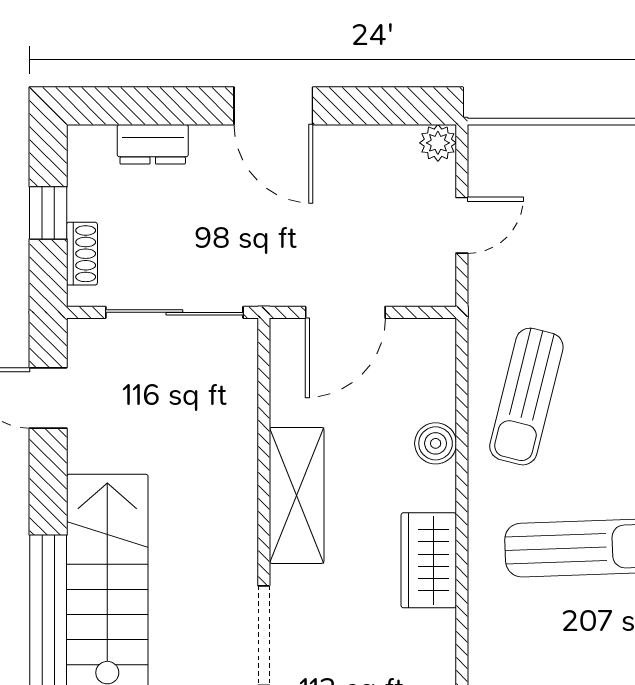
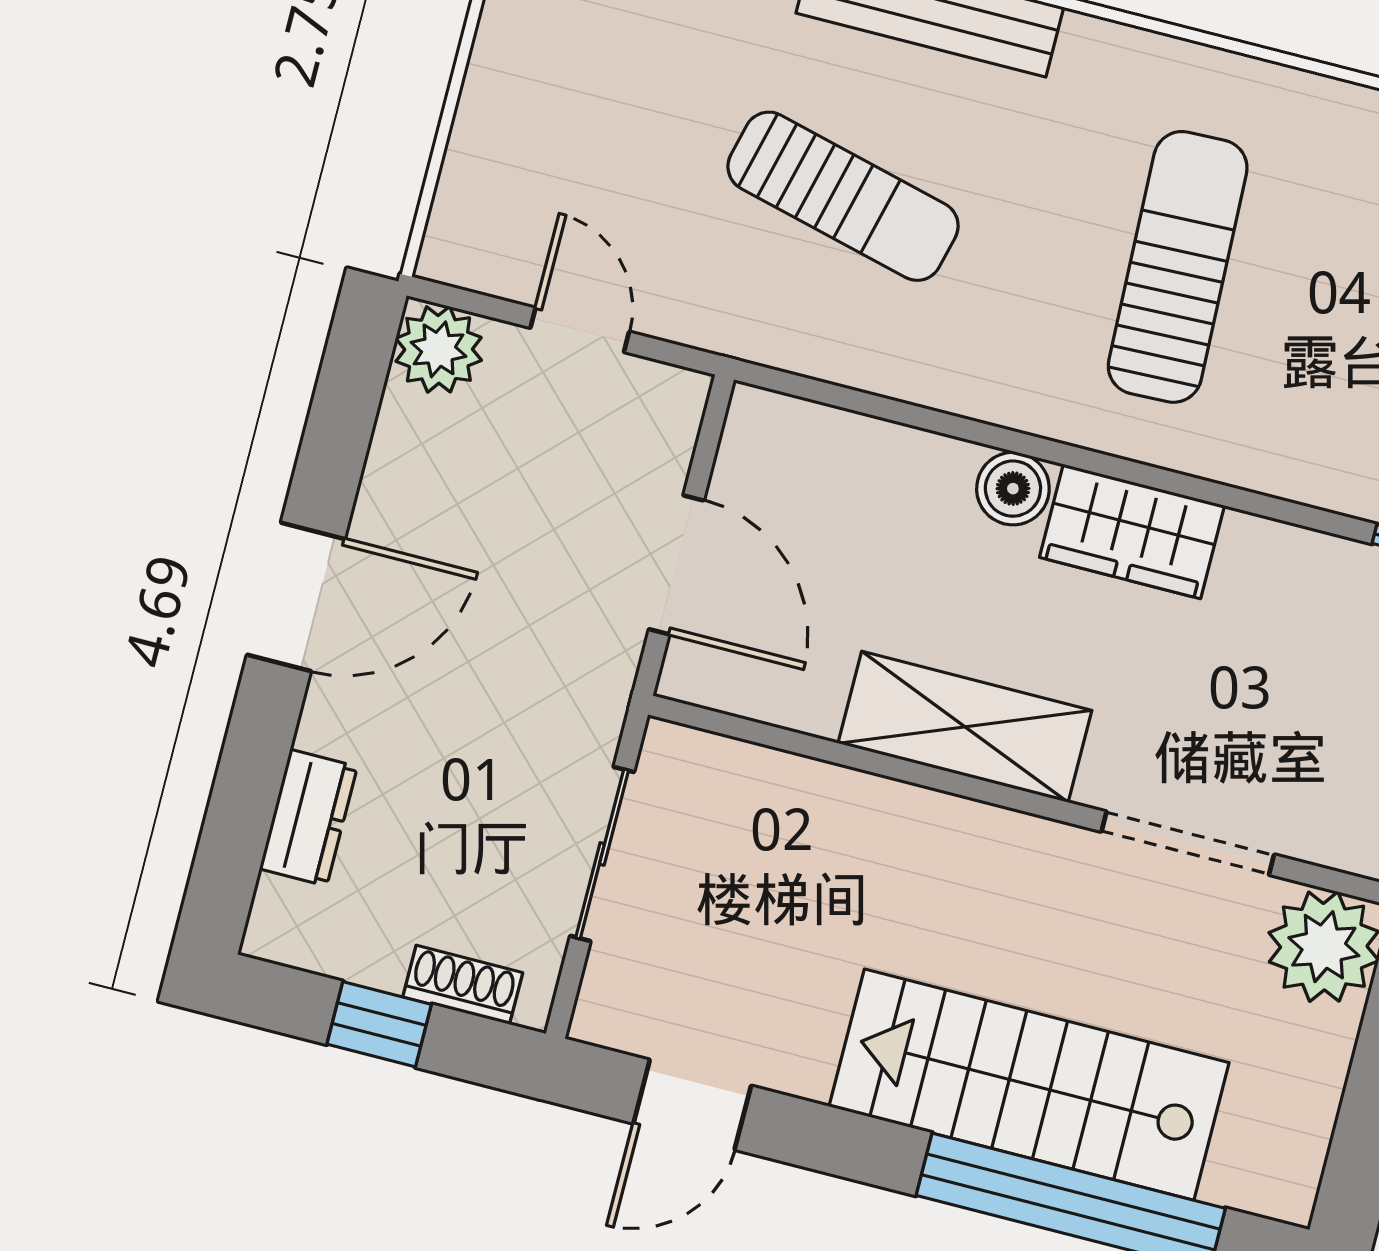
plant: (438, 143) -> (439, 349), width x1.38, depth x1.38
sliding door: (174, 312) -> (602, 854), width x0.73
sun lounger: (526, 397) -> (843, 196), moved
boiler: (436, 443) -> (1013, 489), moved

